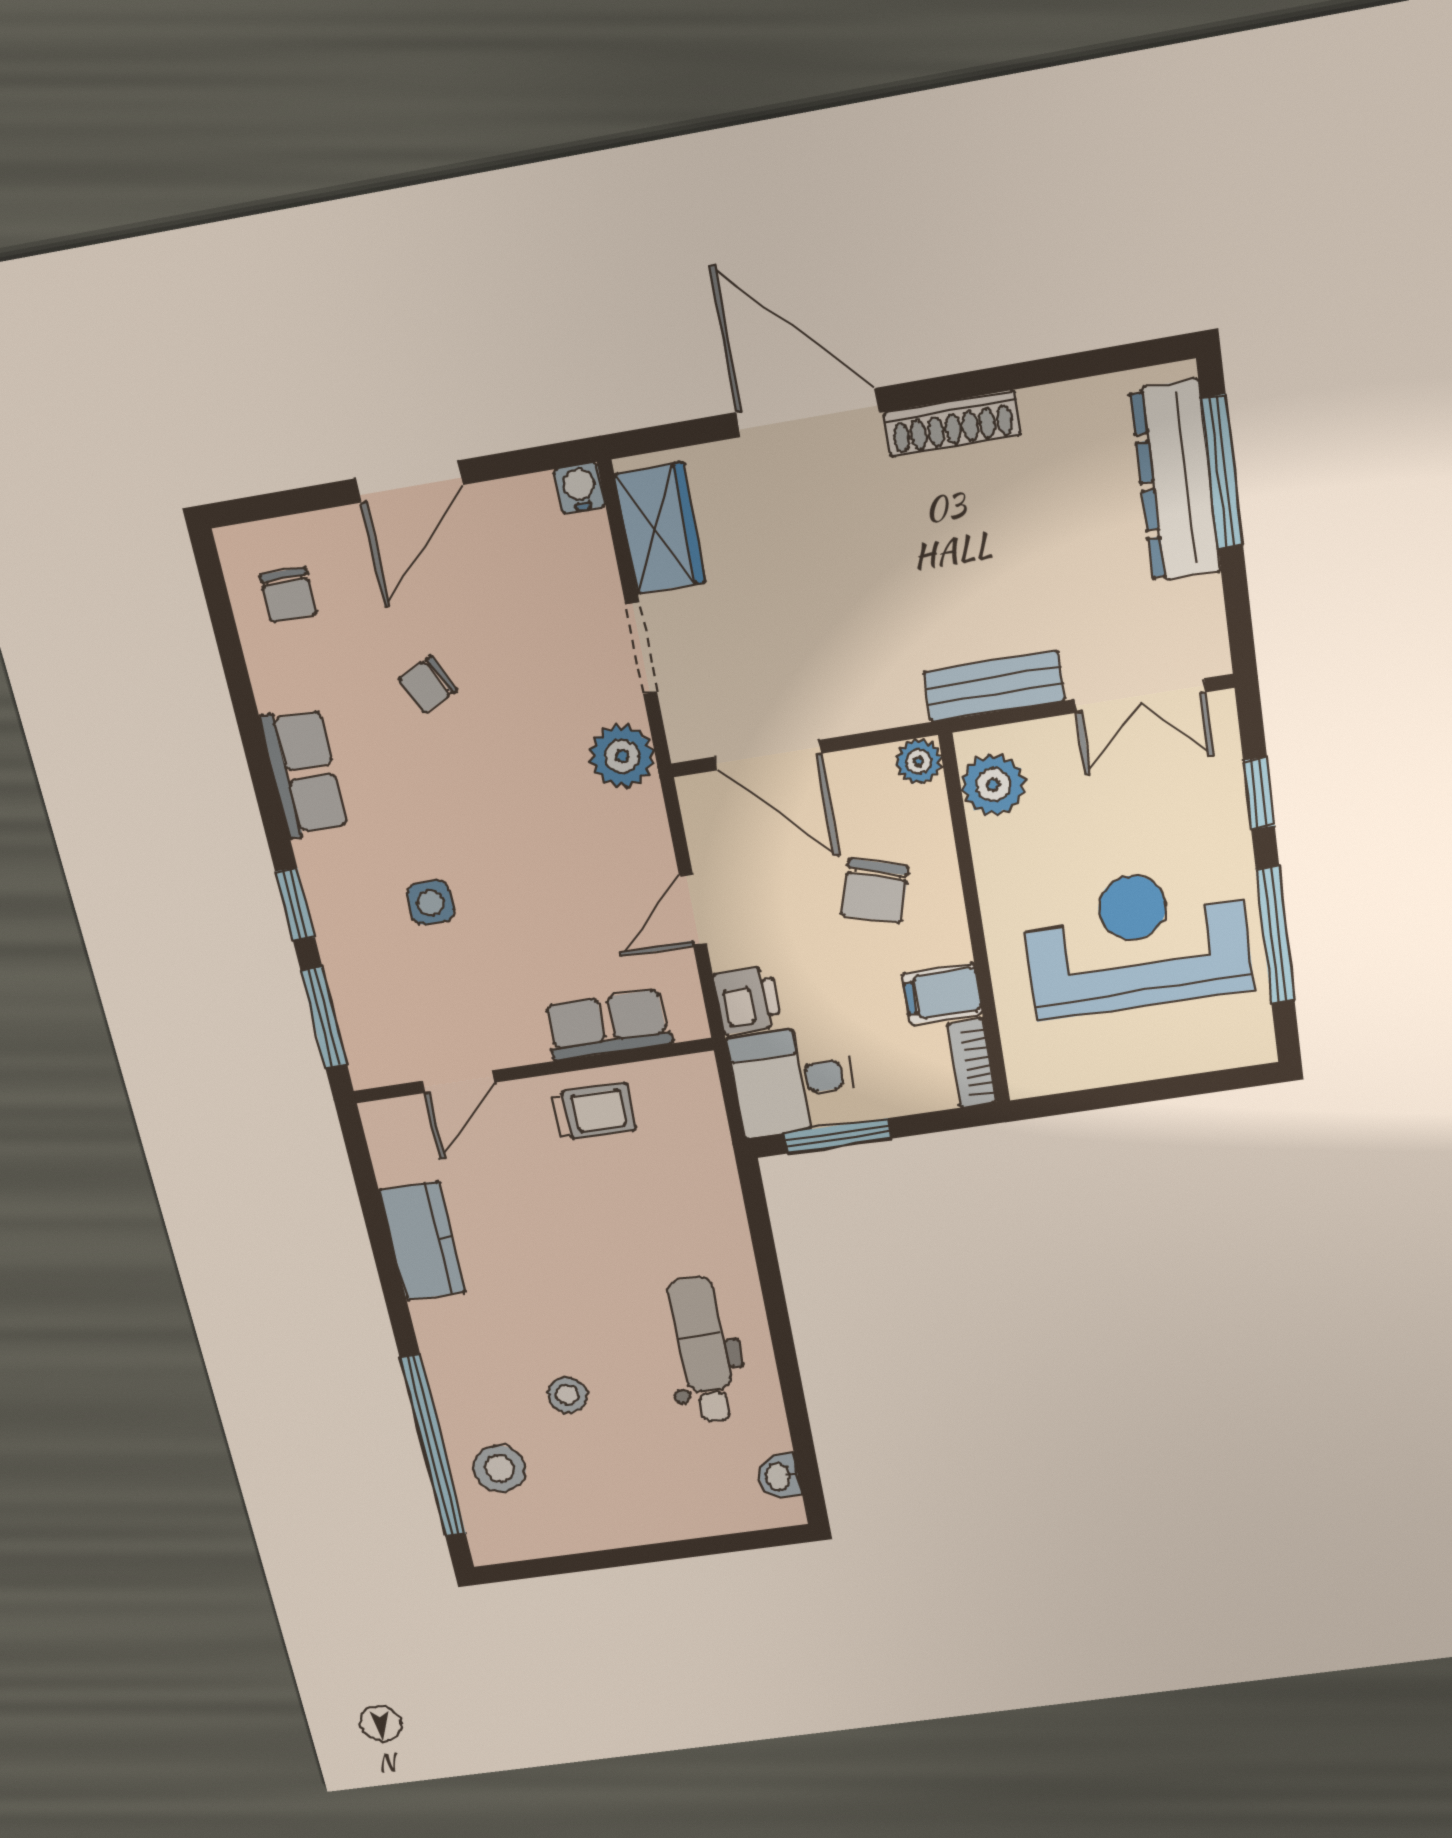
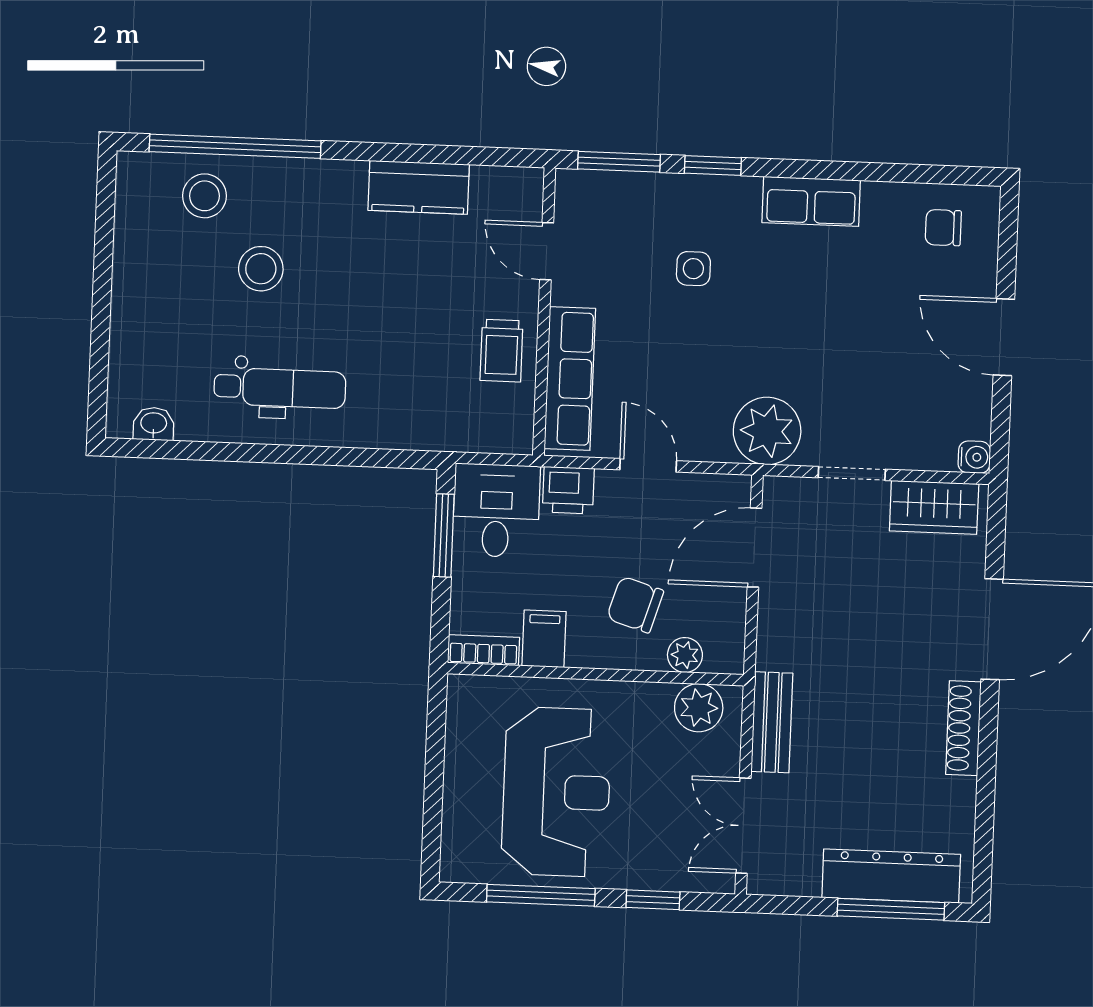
chair: (428, 685) -> (858, 311), removed
plant: (622, 756) -> (767, 431), width x1.36, depth x1.36
plant: (919, 761) -> (685, 655), moved
row of seats: (607, 1025) -> (570, 379), width x1.48
stool: (567, 1395) -> (261, 269), width x1.37, depth x1.37

